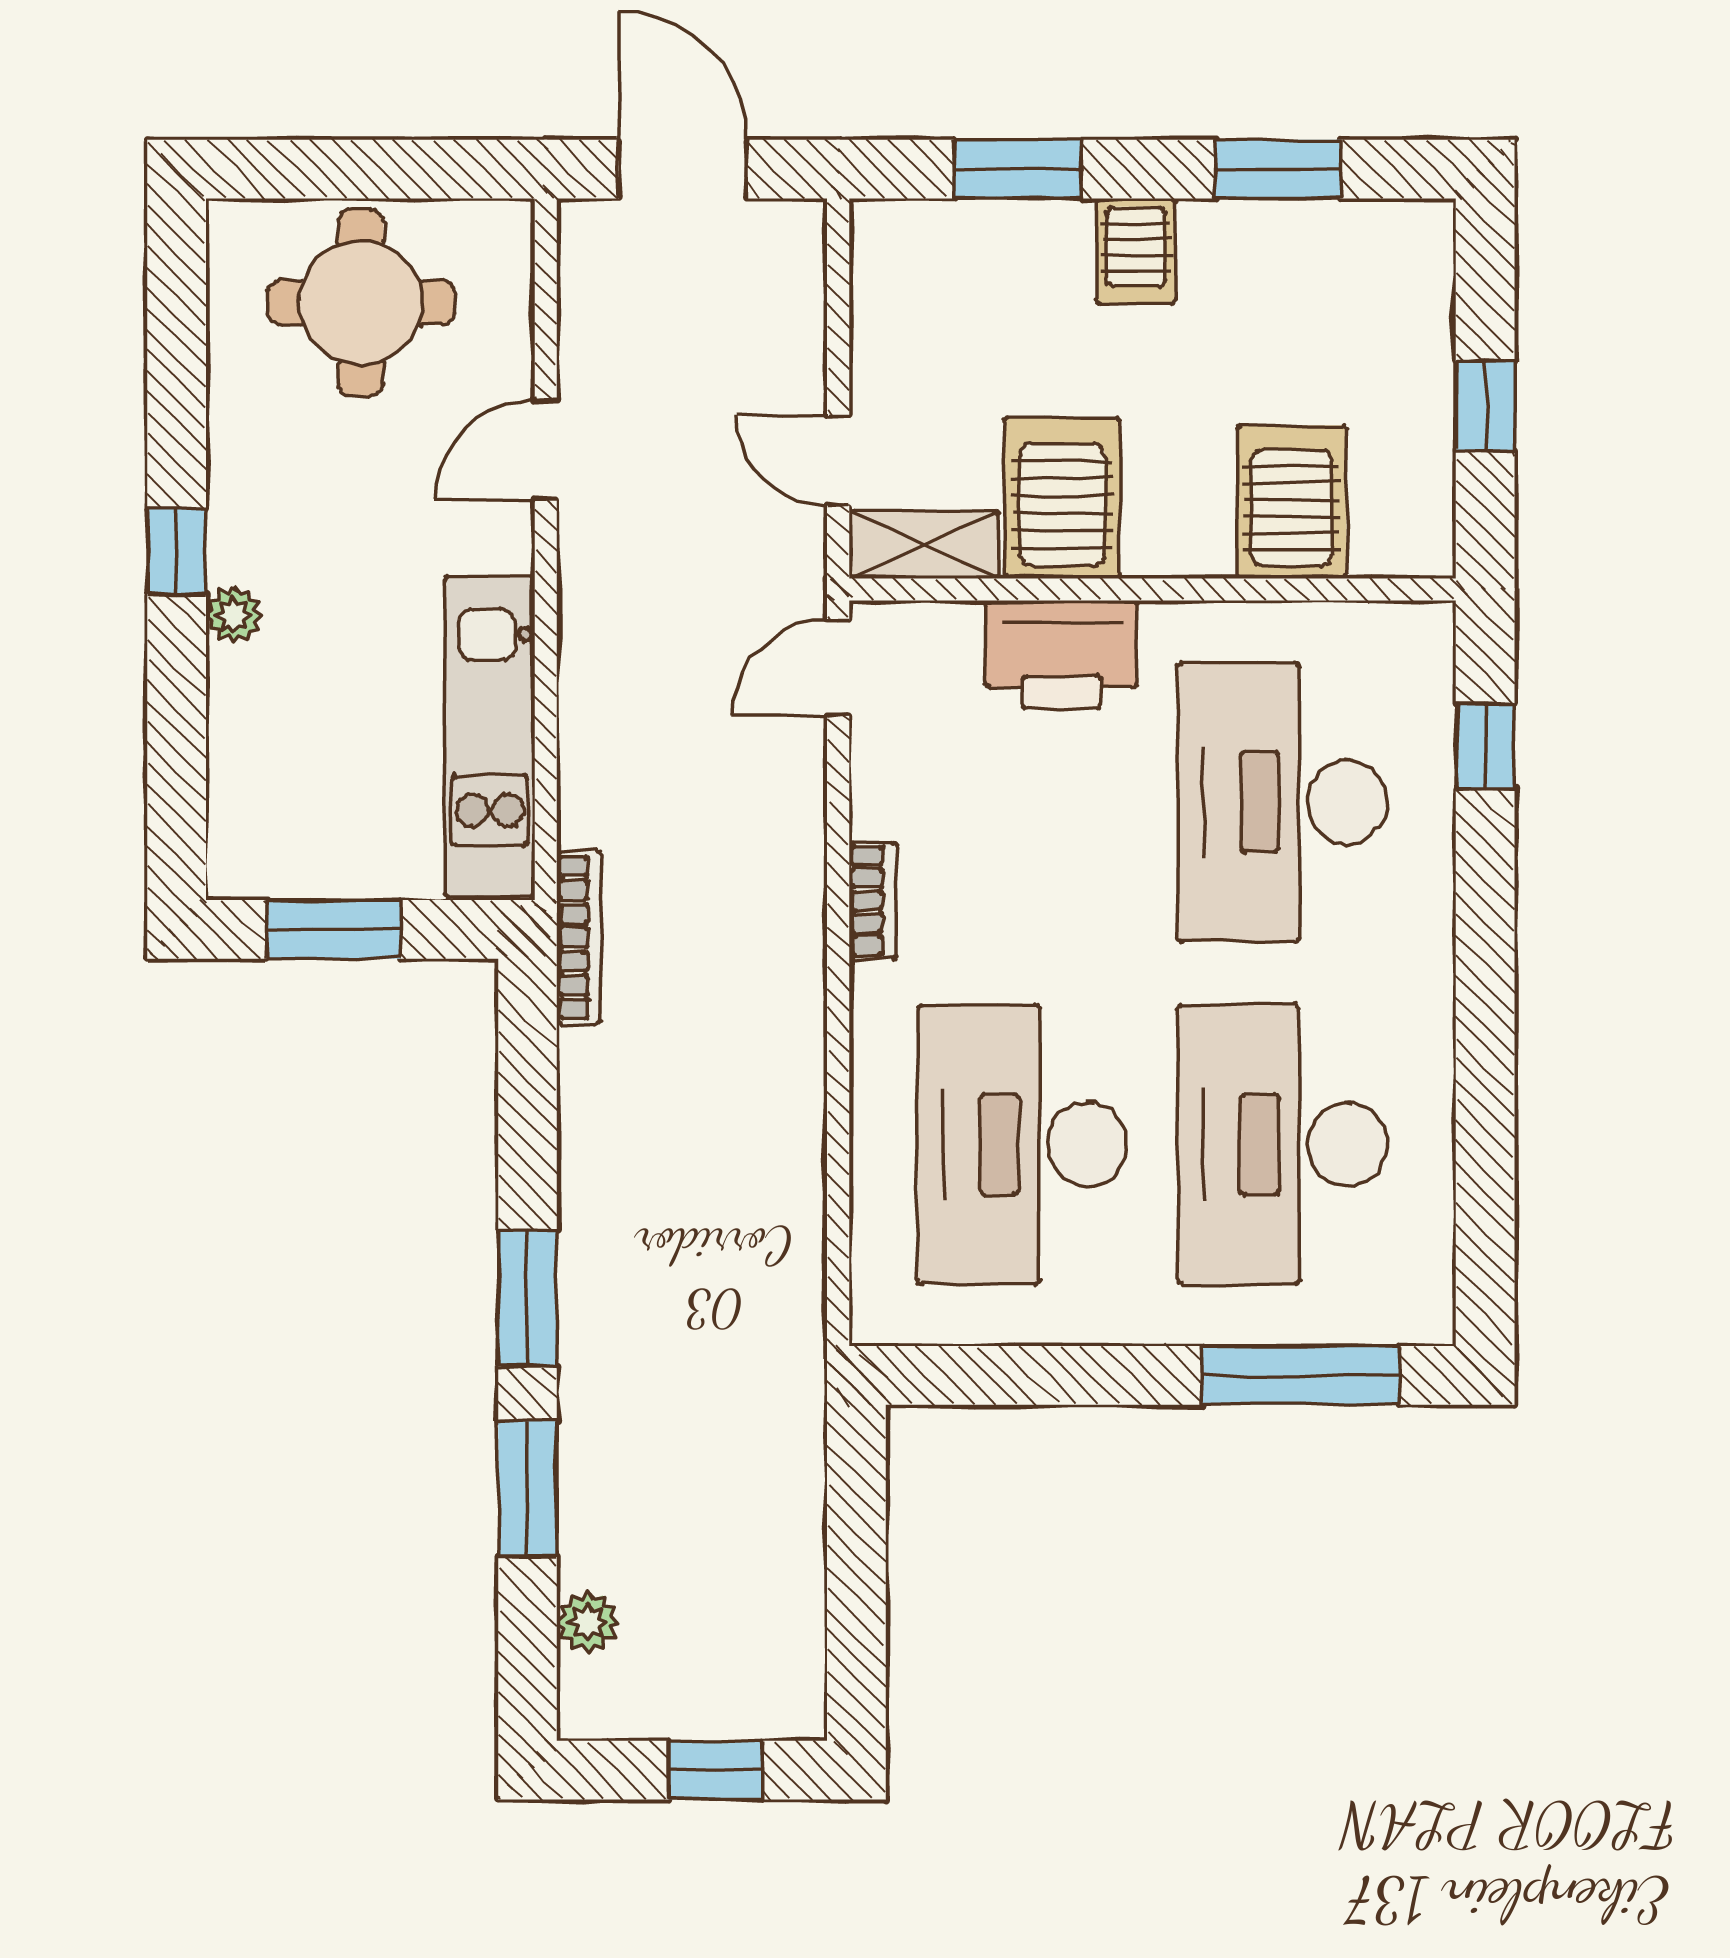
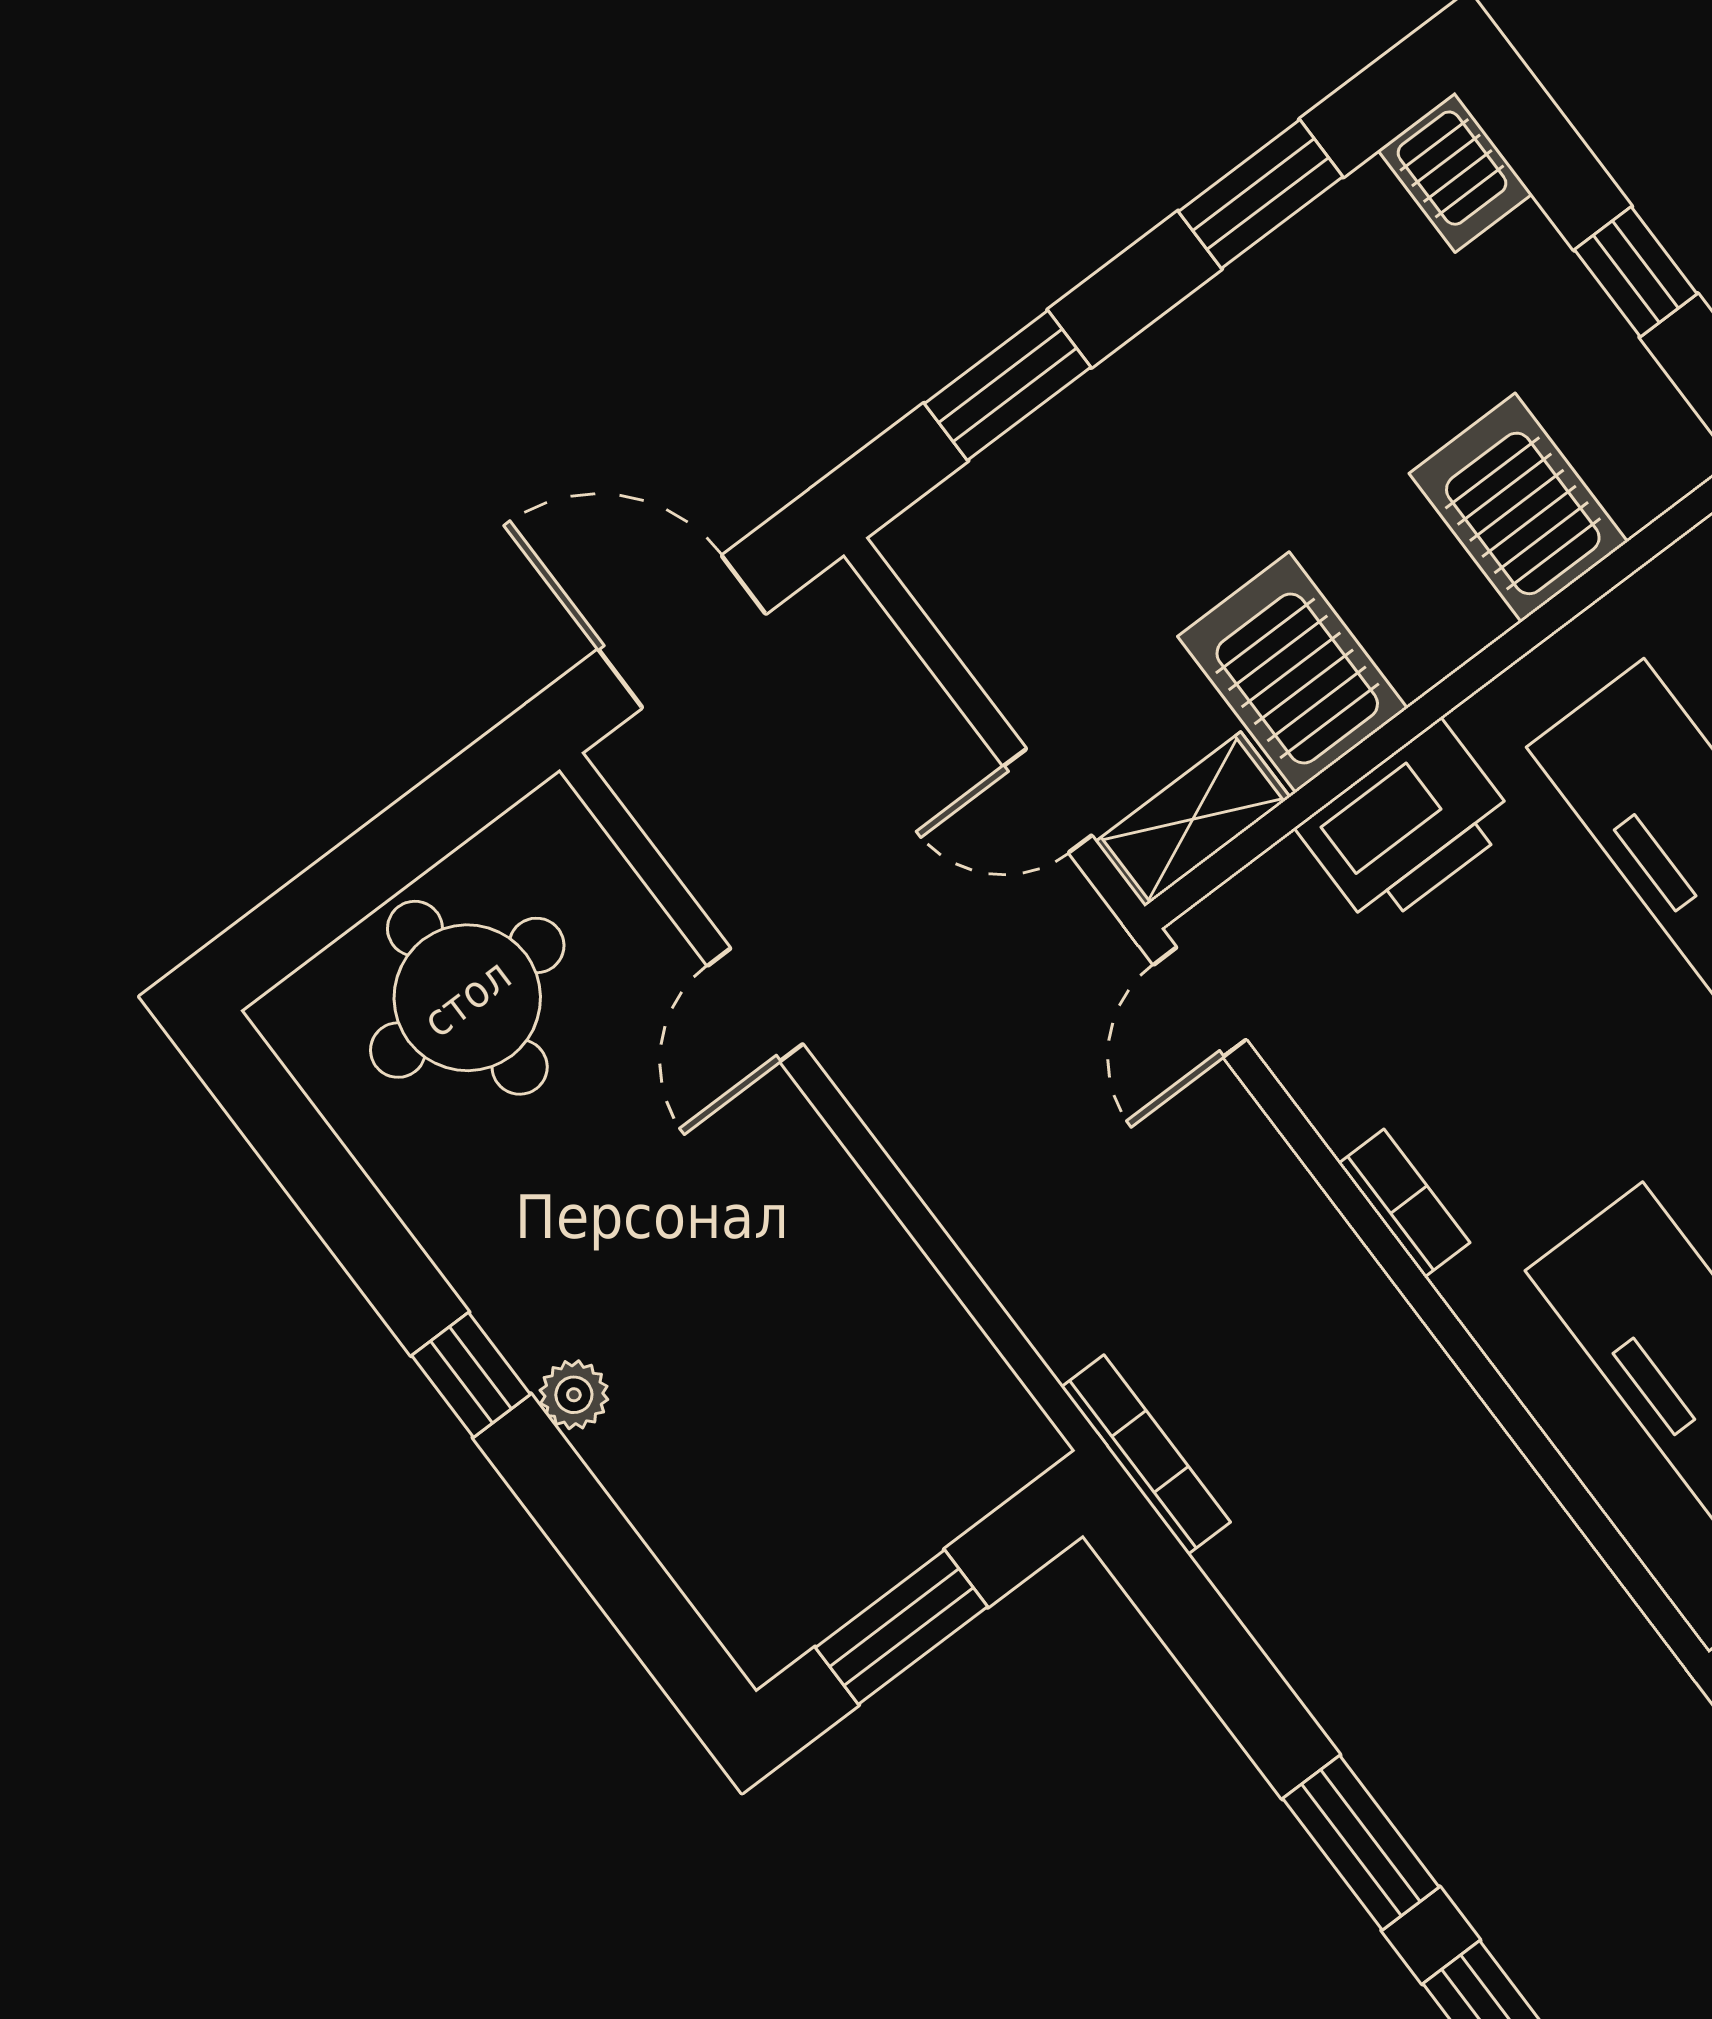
server rack: (1136, 251) -> (1455, 172), moved
kitchen unit: (490, 737) -> (912, 1325), removed

